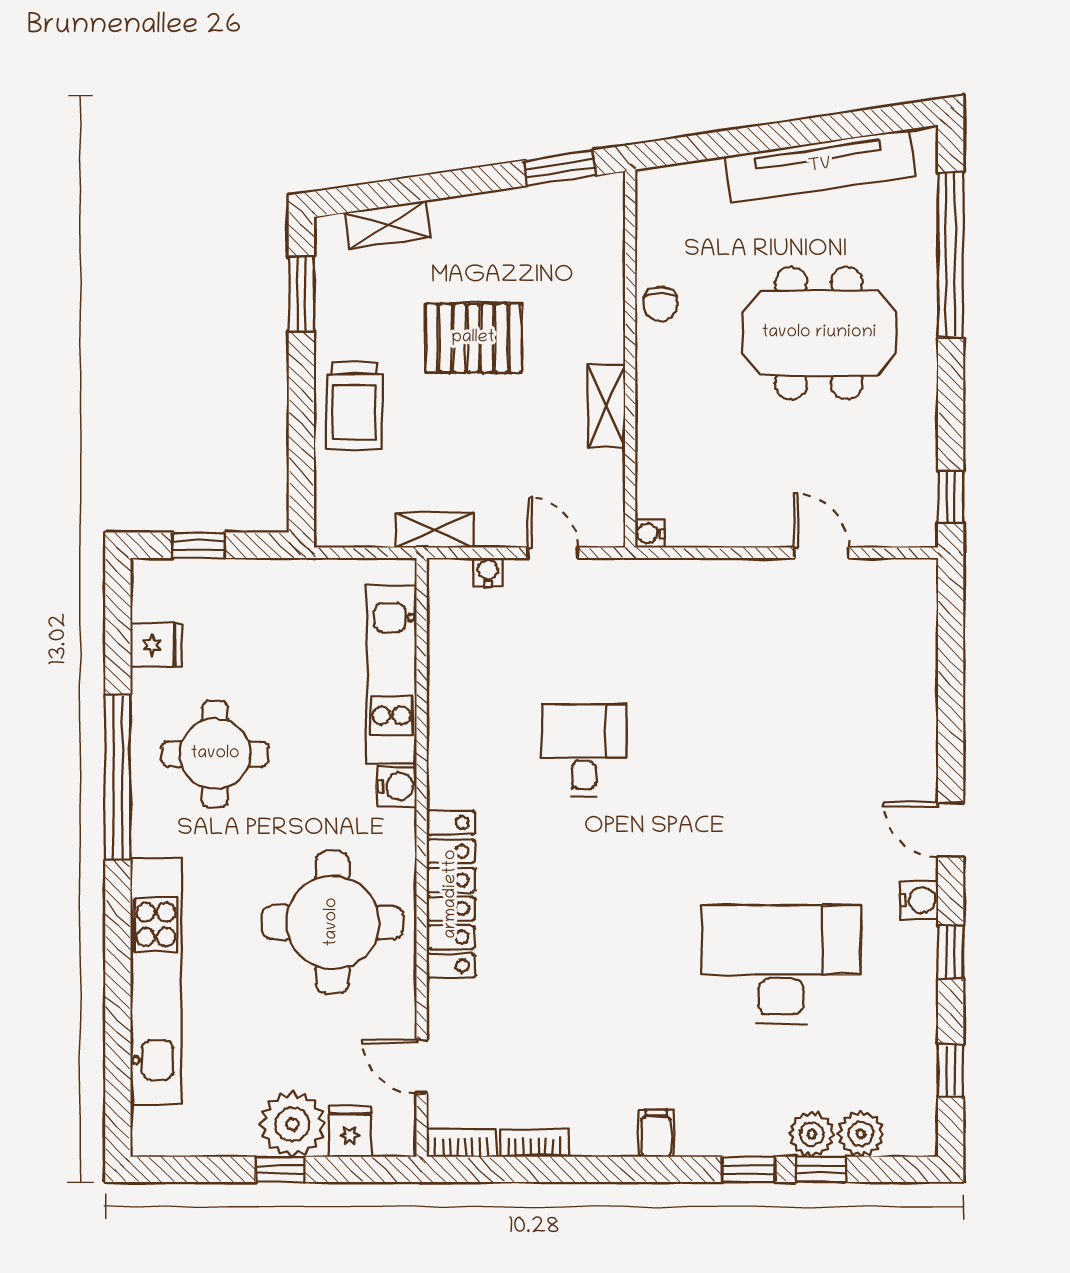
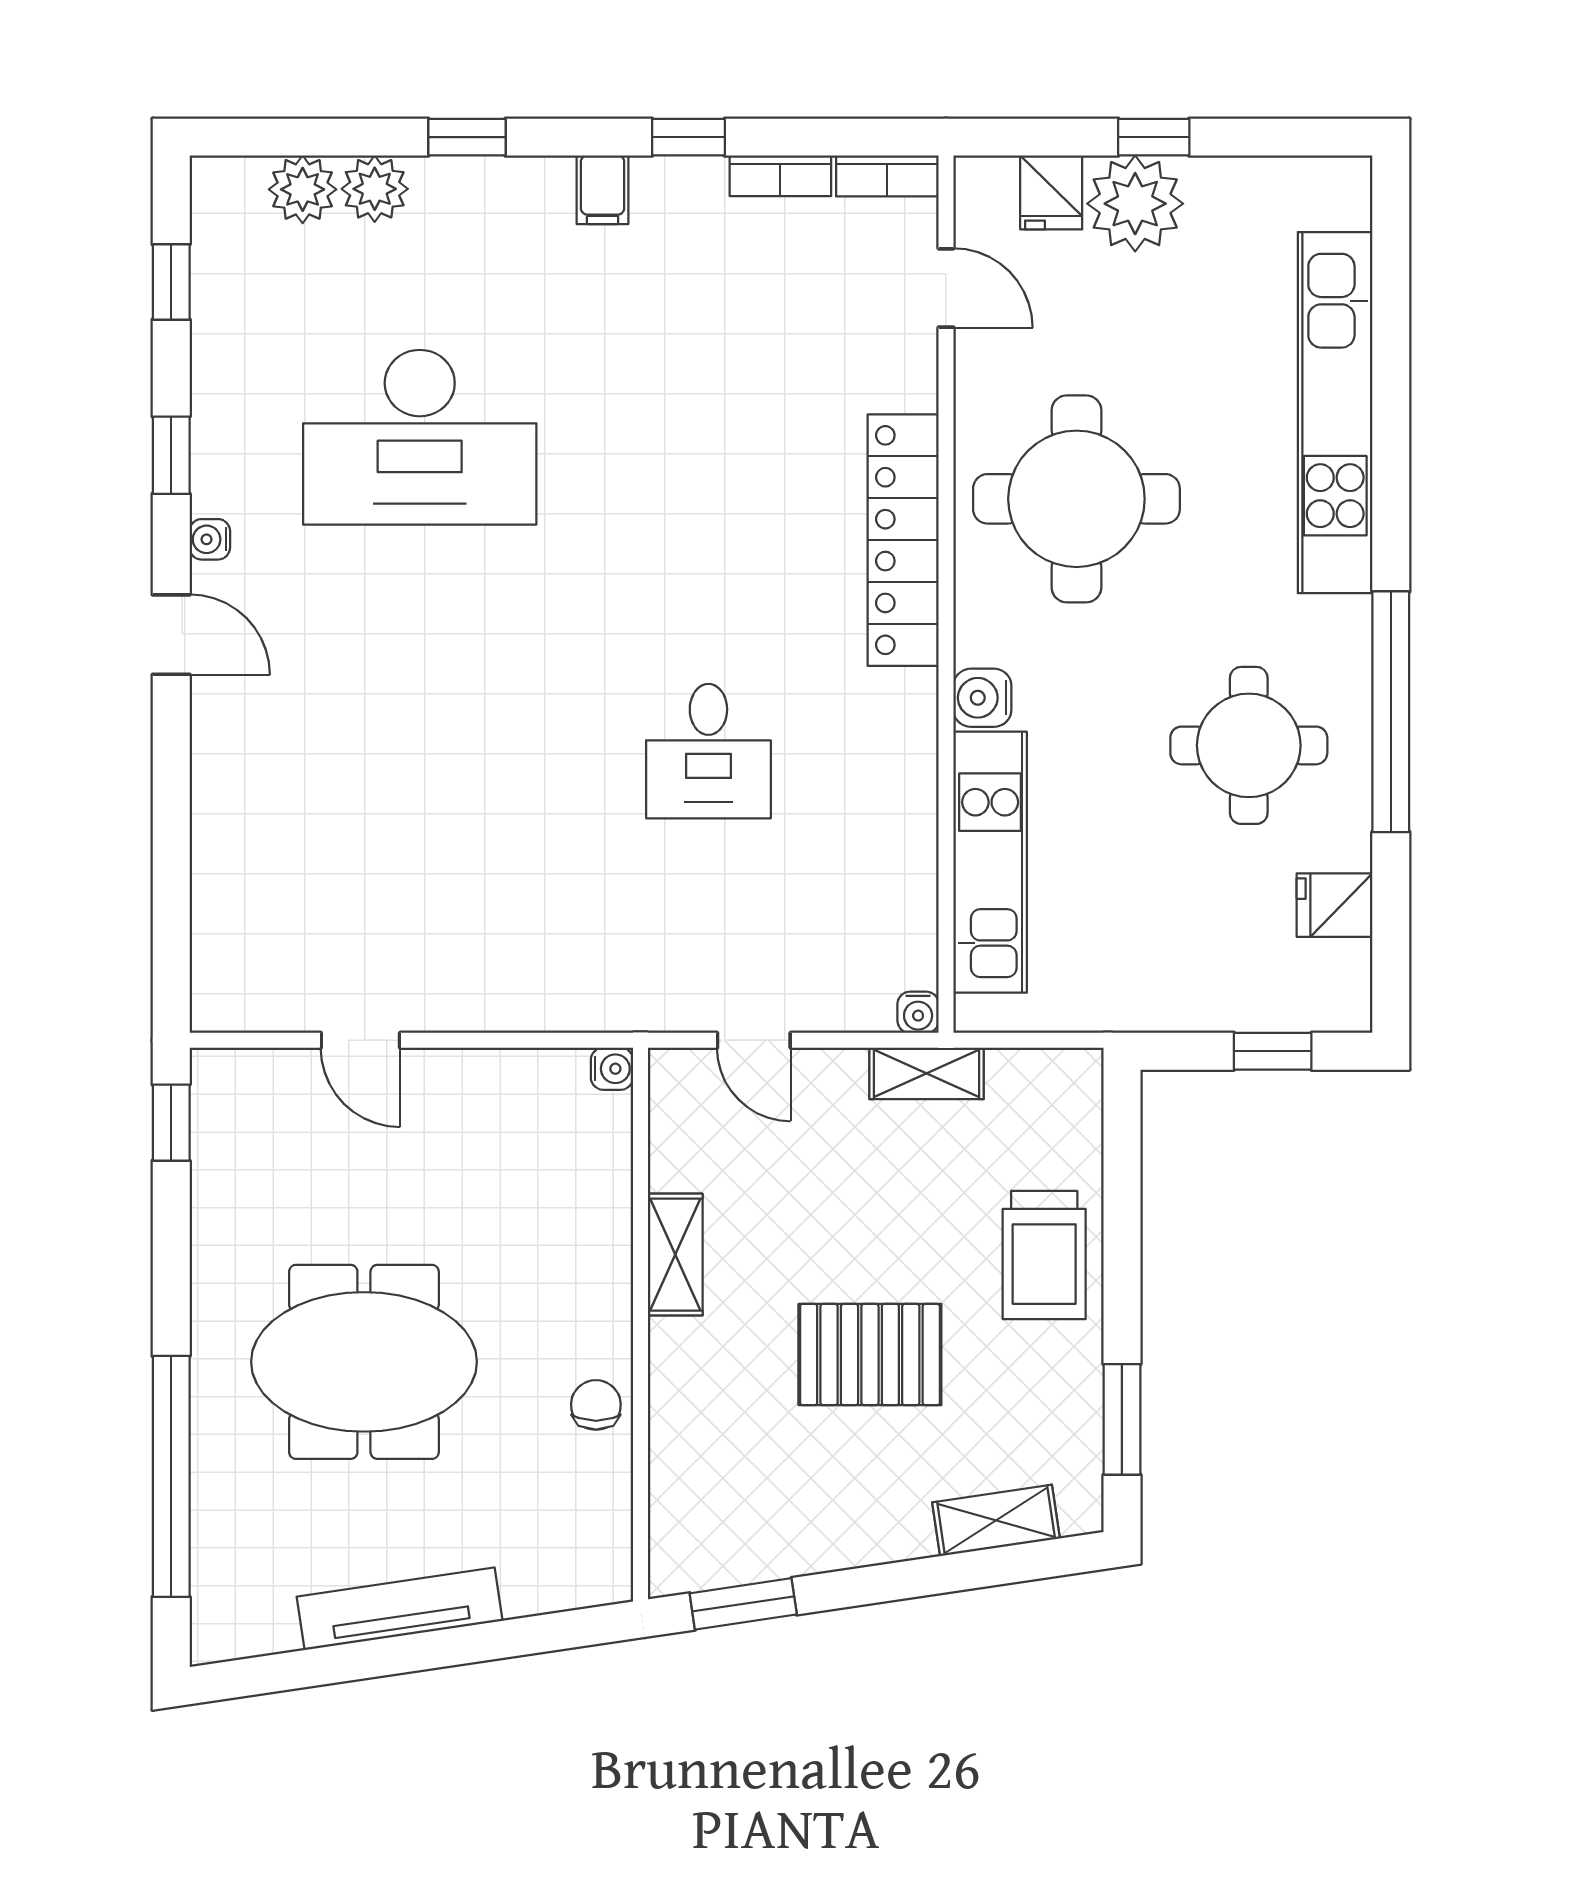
tv unit: (820, 166) -> (400, 1609), width x0.73, depth x0.78
trolley: (355, 406) -> (1044, 1255), turned 180
water cooler: (488, 572) -> (918, 1012), moved
water cooler: (919, 900) -> (210, 539), width x0.72, depth x0.72
window: (821, 1169) -> (688, 137), moved

